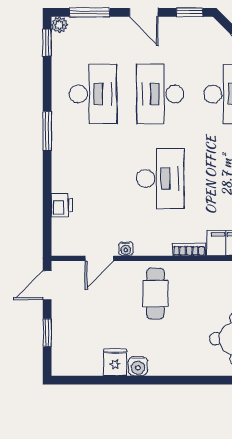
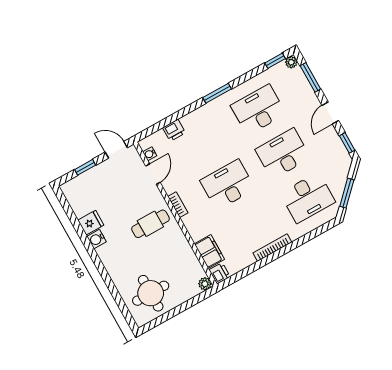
desk: (93, 94) -> (258, 110), turned 180
desk: (160, 178) -> (228, 185), turned 180
water cooler: (126, 249) -> (150, 154), moved
bookcase: (189, 249) -> (178, 205), moved
door: (99, 258) -> (153, 174), swing flipped

